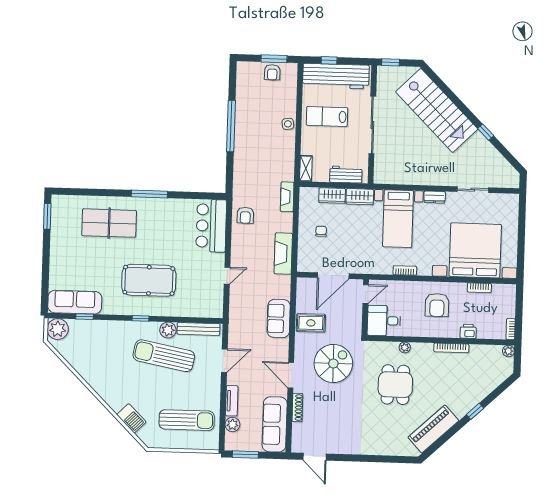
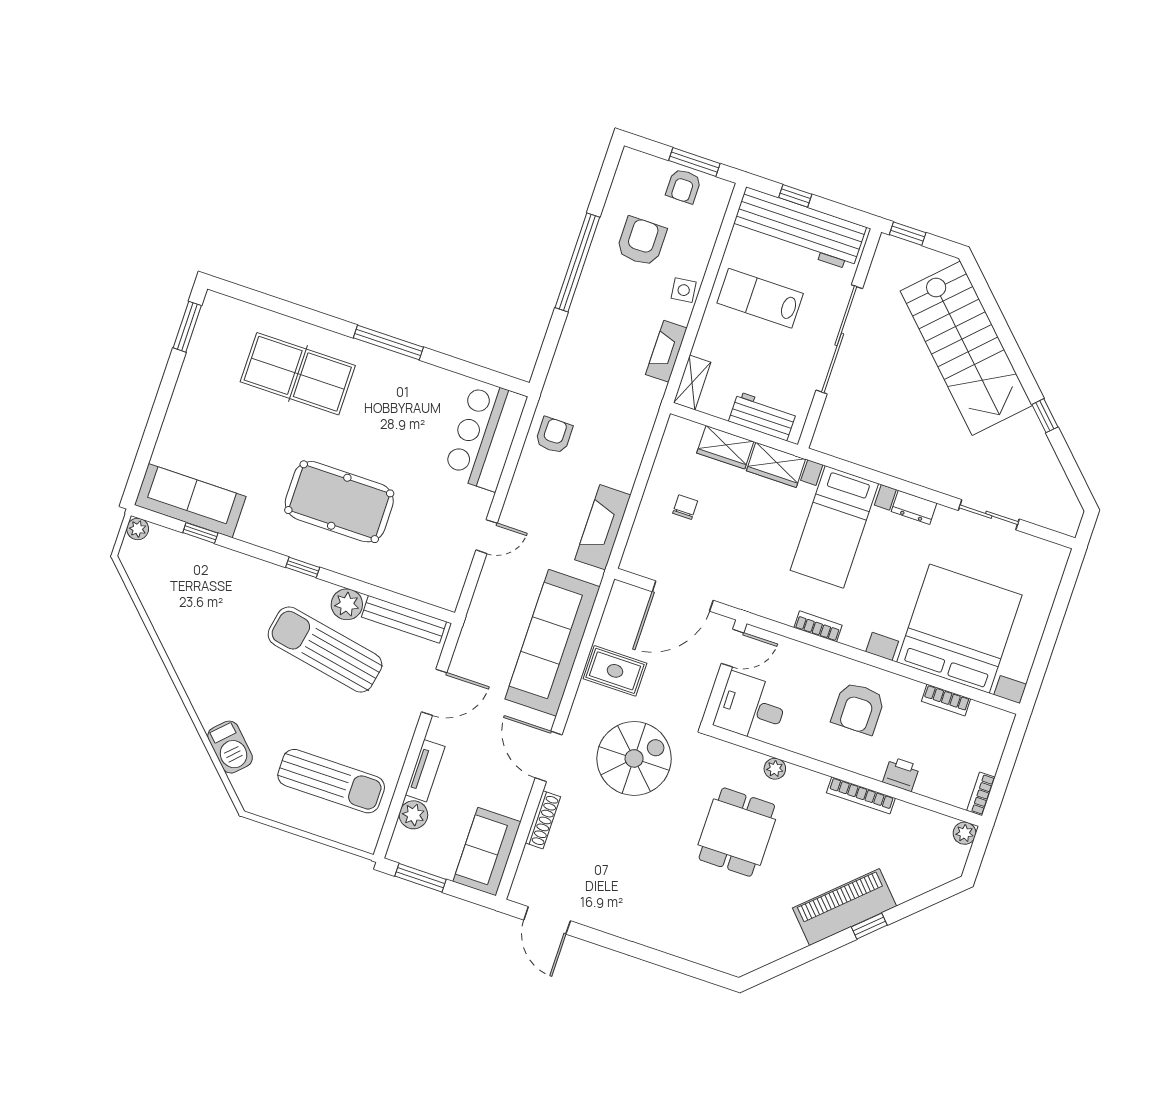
armchair: (260, 106) -> (641, 242), added
fireplace: (287, 197) -> (666, 351), moved
armchair: (245, 215) -> (554, 435), turned 180
sofa: (279, 318) -> (552, 643), width x1.85, depth x1.27
plant: (58, 329) -> (138, 529), width x0.53, depth x0.53
sofa: (275, 424) -> (487, 852), width x0.73
piano: (433, 429) -> (845, 907), moved

